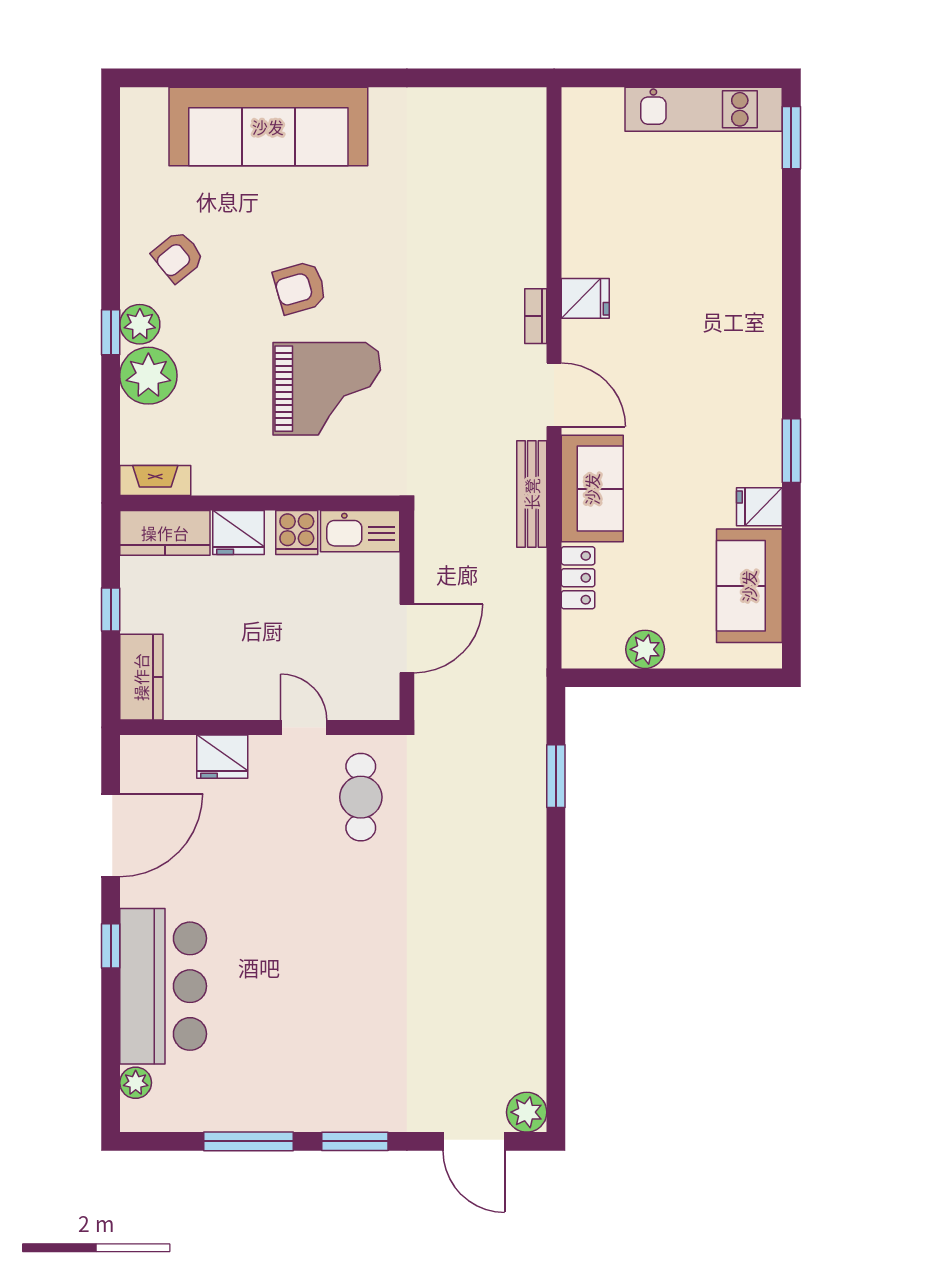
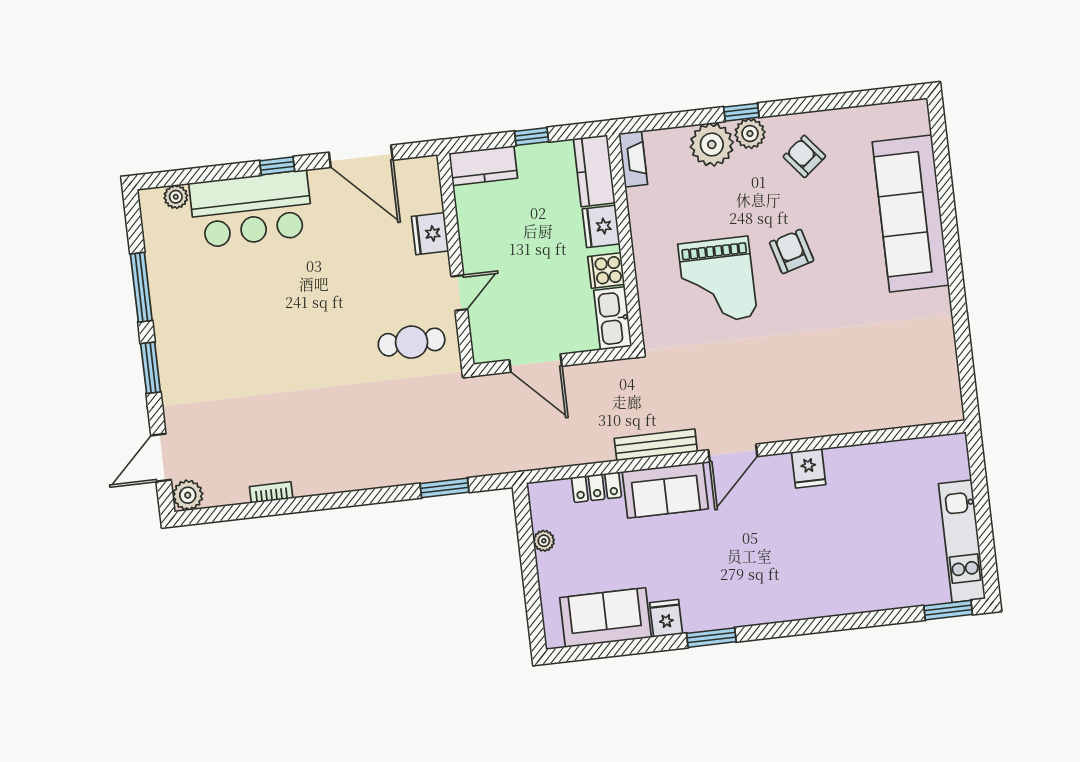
bookcase: (536, 316) -> (271, 492), moved
plant: (645, 649) -> (544, 541), width x0.73, depth x0.73

